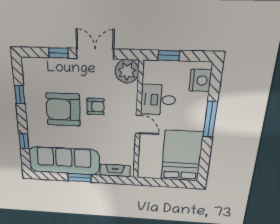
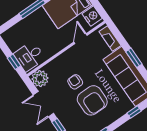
nightstand: (200, 80) -> (92, 16), moved, turned 90
desk: (158, 100) -> (29, 56), moved, turned 90
door: (138, 124) -> (81, 39), moved

